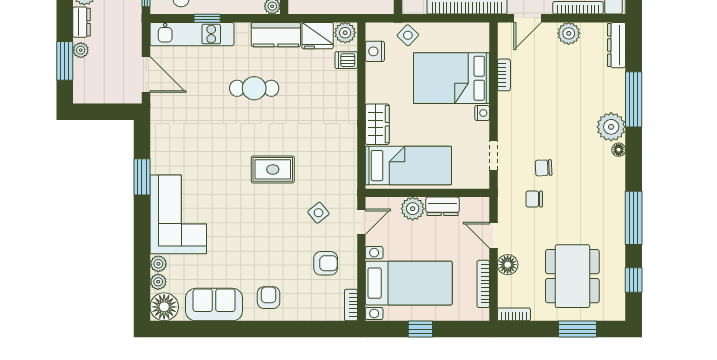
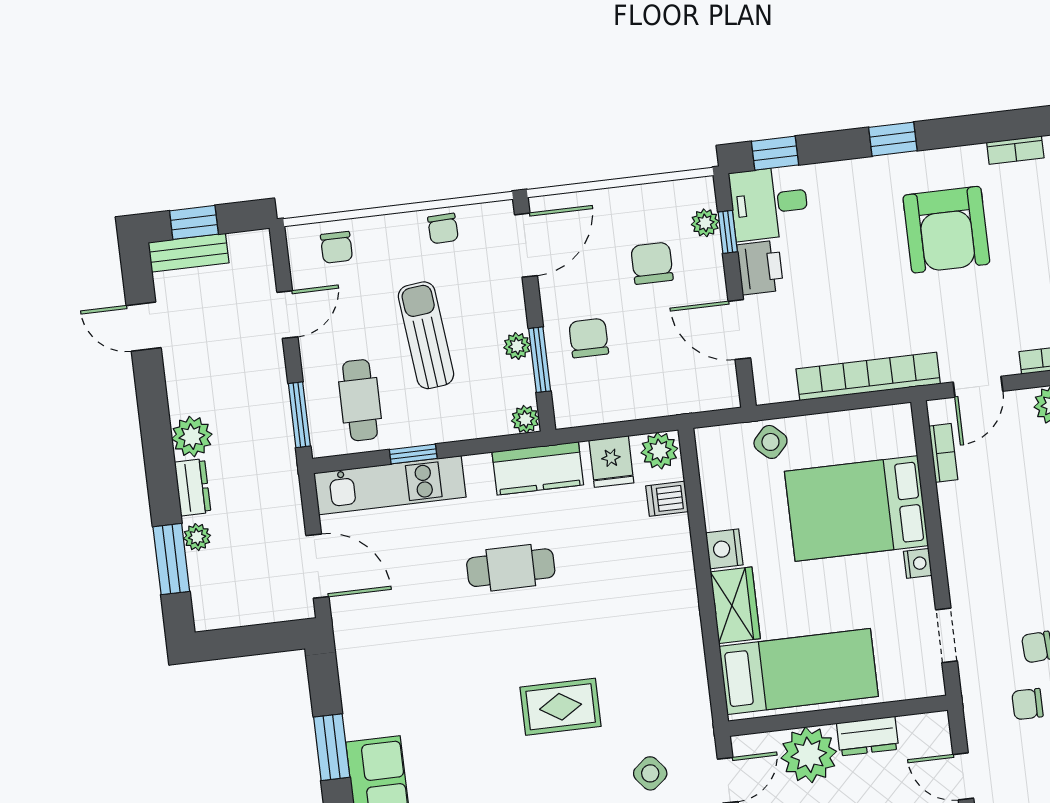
fridge: (318, 36) -> (611, 462), width x0.72
nightstand: (375, 51) -> (724, 549), moved
bookcase: (504, 75) -> (943, 453), moved
plant: (413, 209) -> (809, 755), width x1.36, depth x1.36

